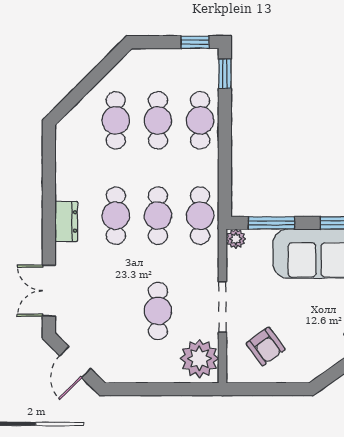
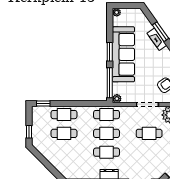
window: (195, 42) -> (29, 132), moved
cafe table: (116, 120) -> (64, 152), removed
window: (271, 223) -> (110, 83), width x1.44

